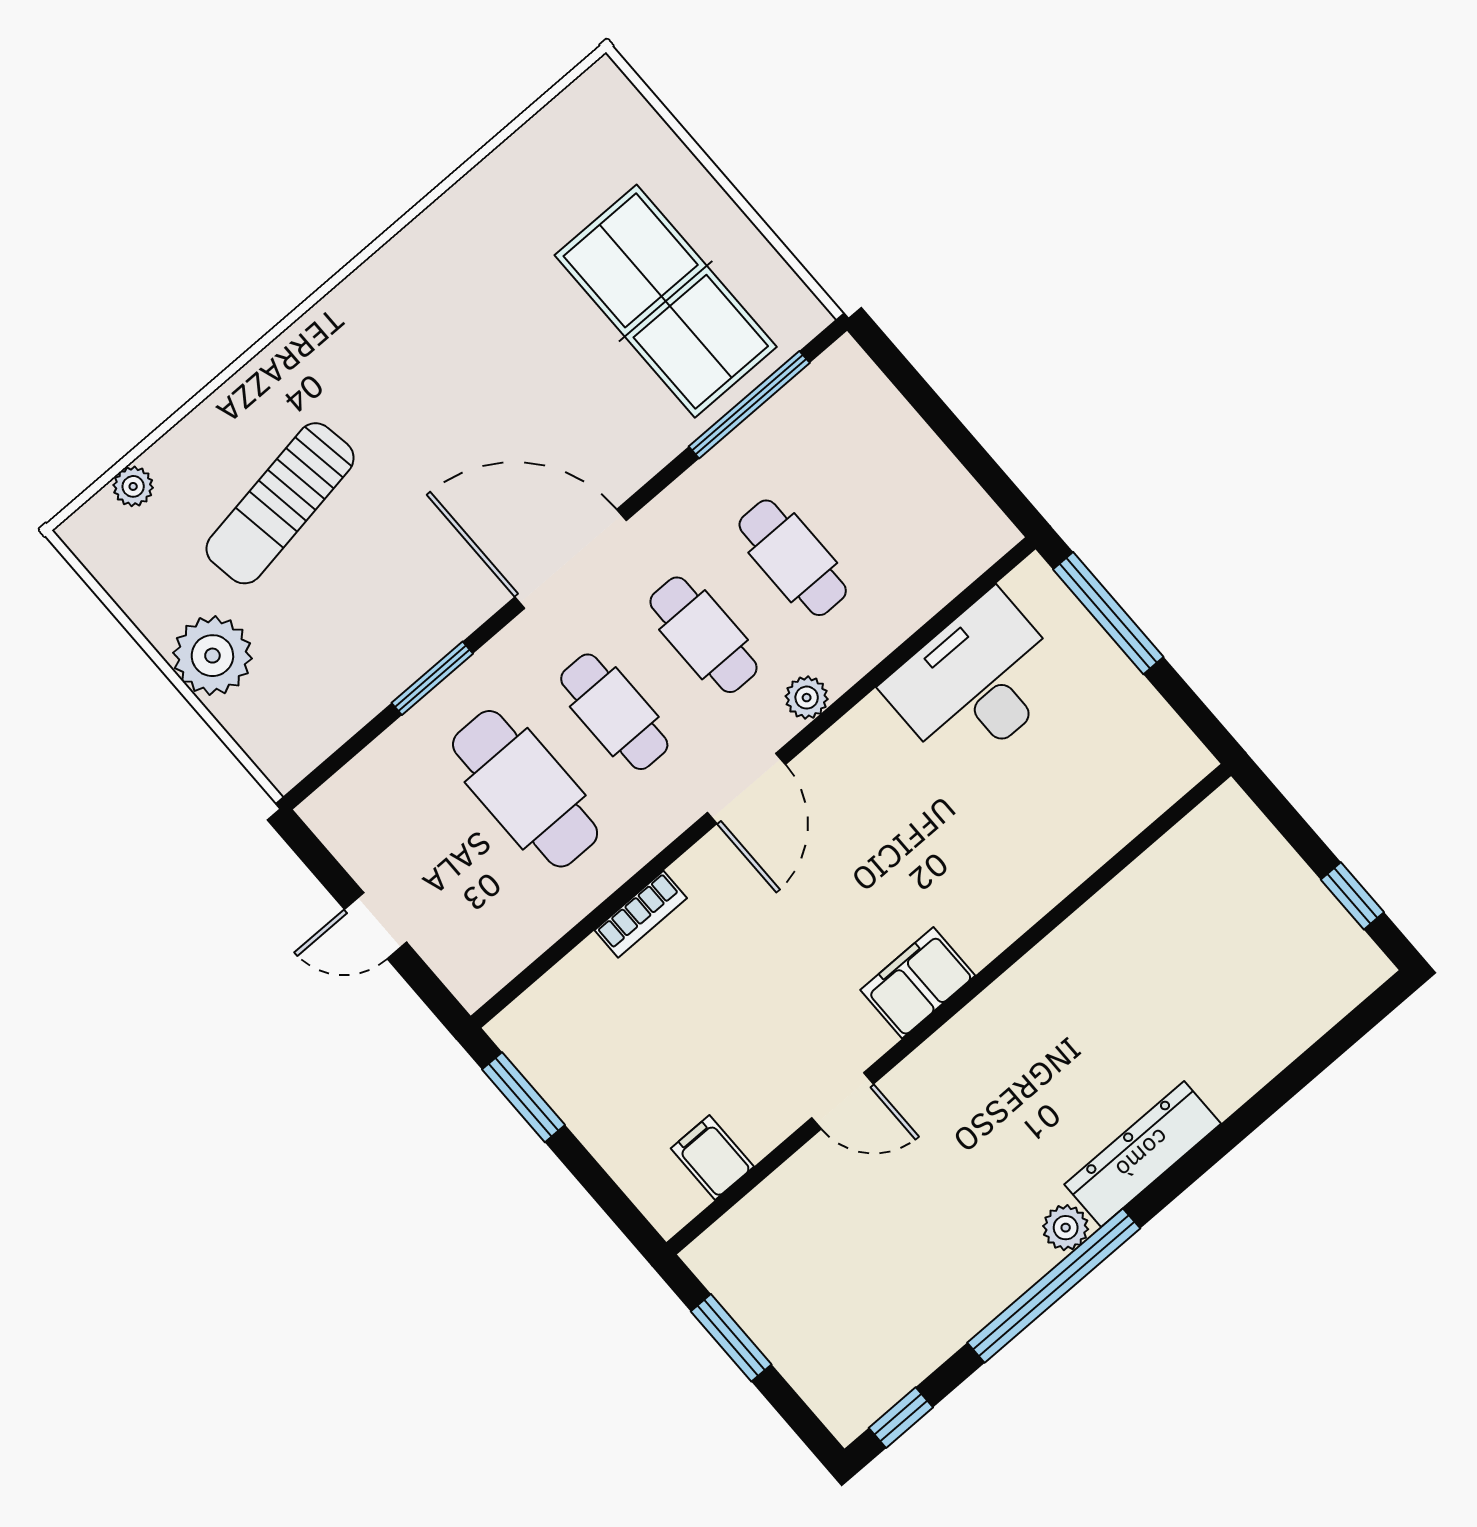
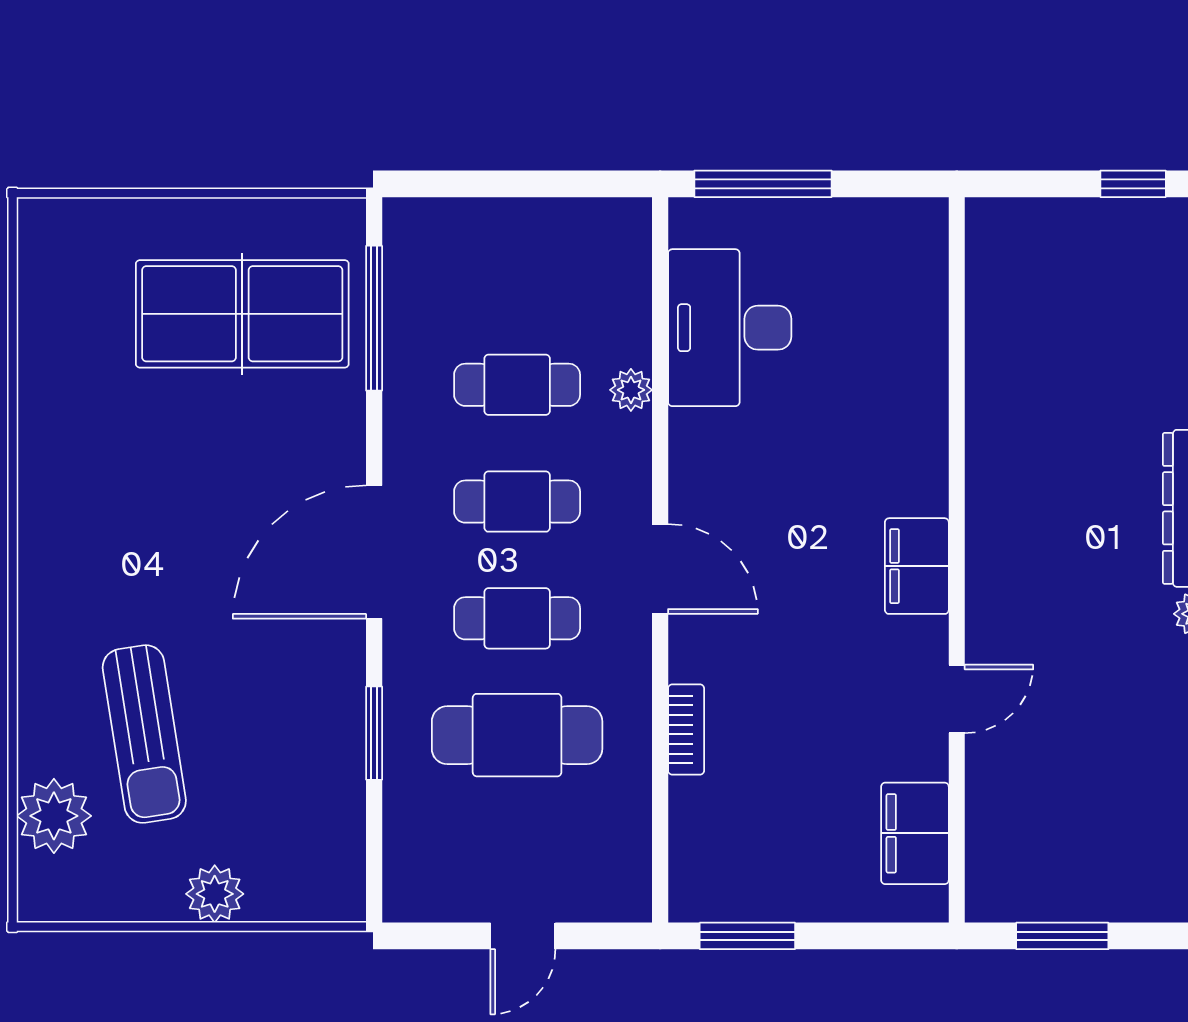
plant: (133, 486) -> (54, 816), width x1.87, depth x1.87
plant: (212, 656) -> (215, 894), width x0.73, depth x0.73
plant: (807, 698) -> (631, 390), moved
filing cabinet: (712, 1158) -> (915, 833), width x2.00

